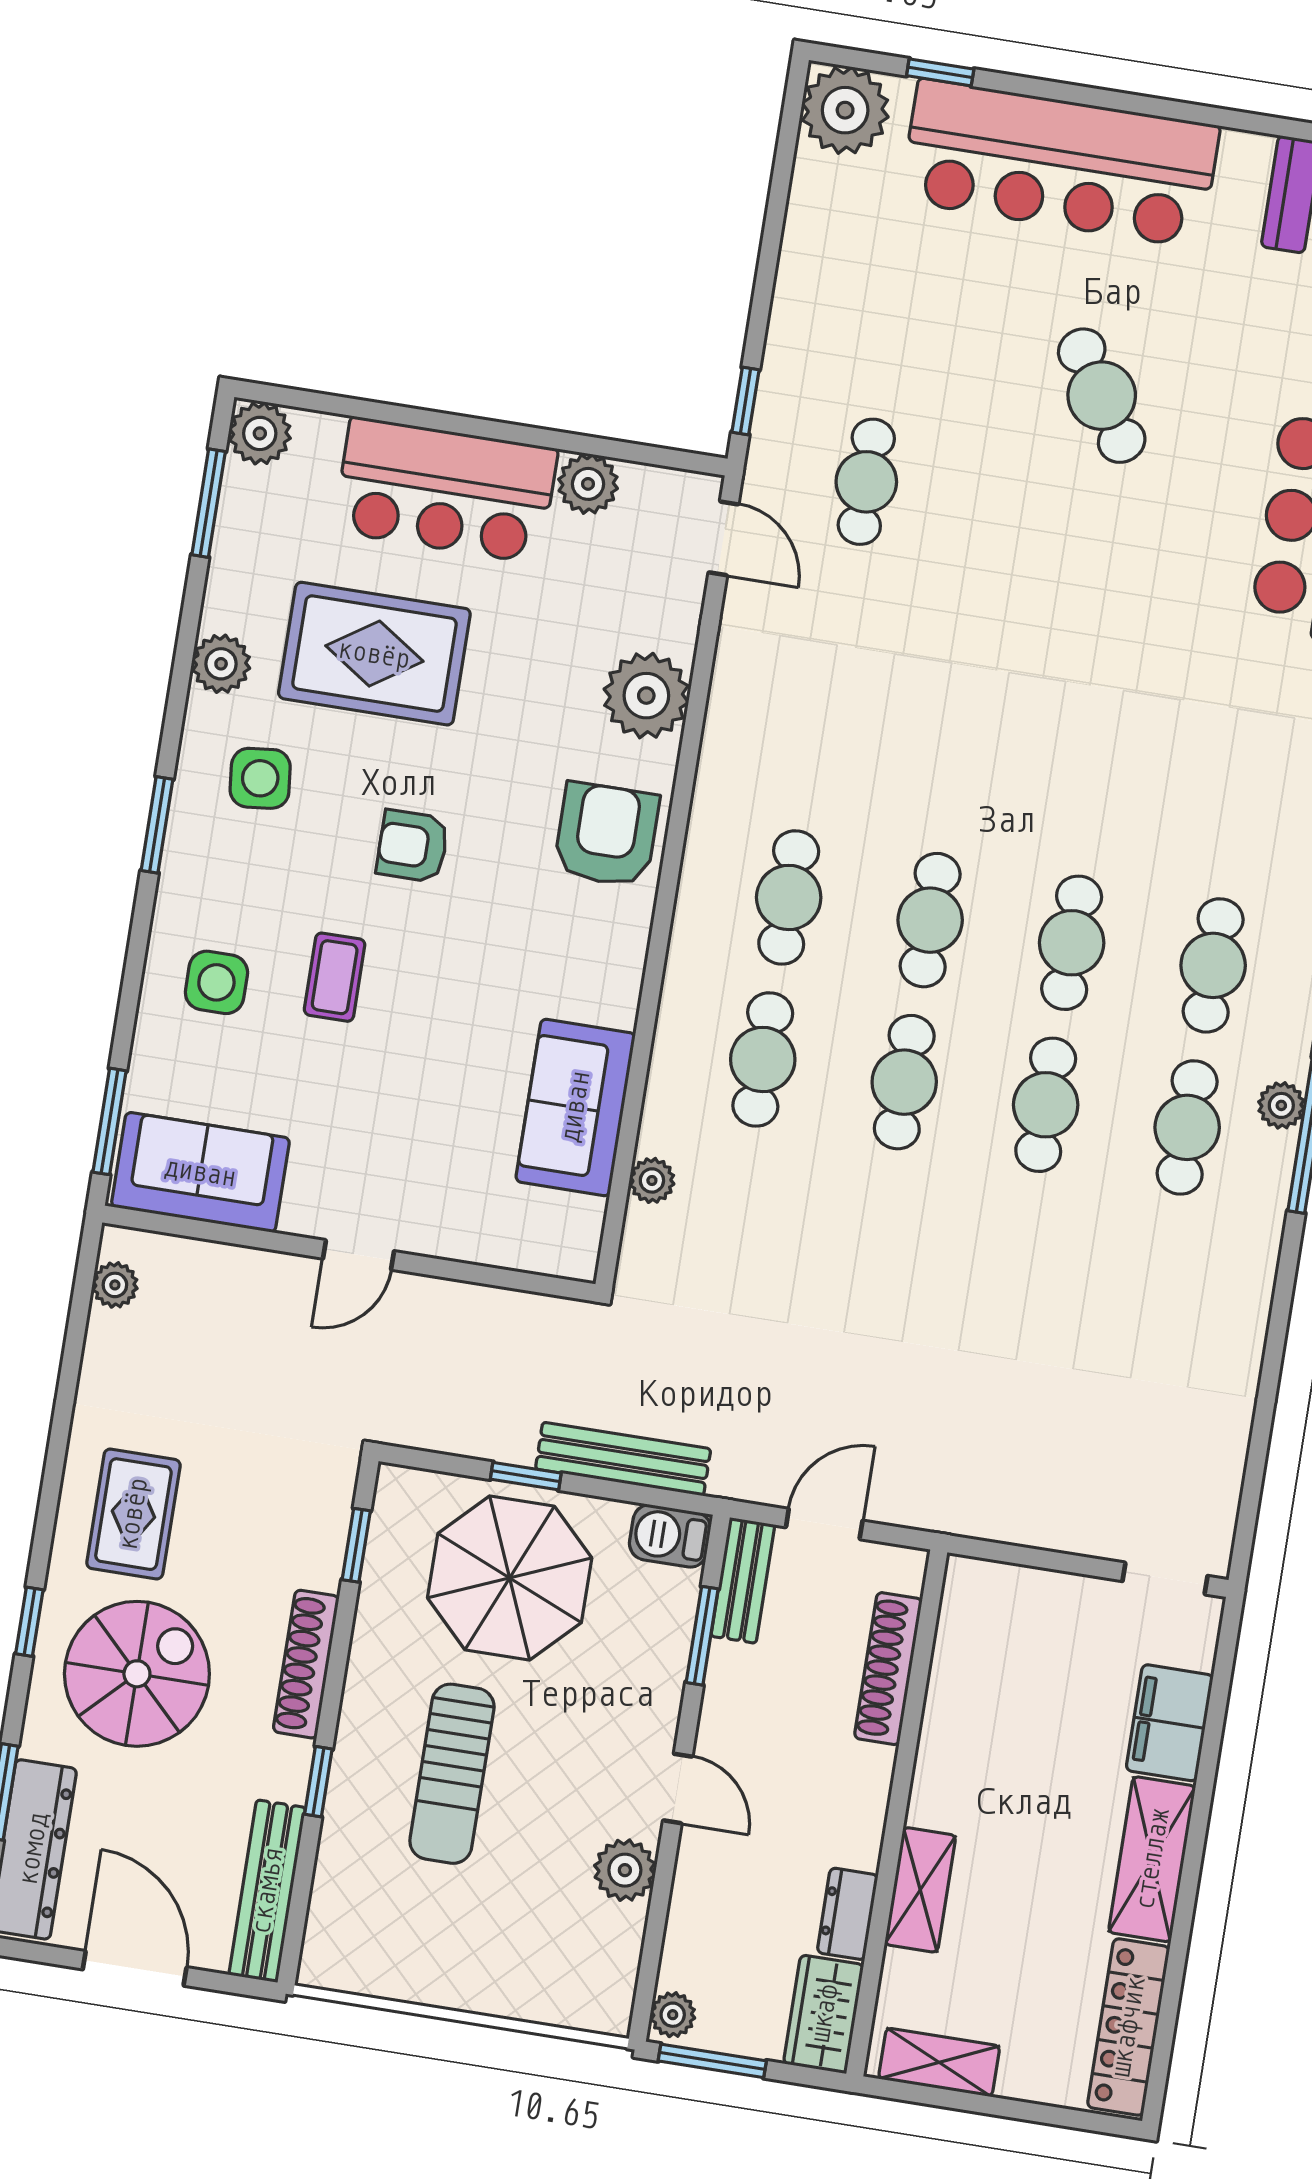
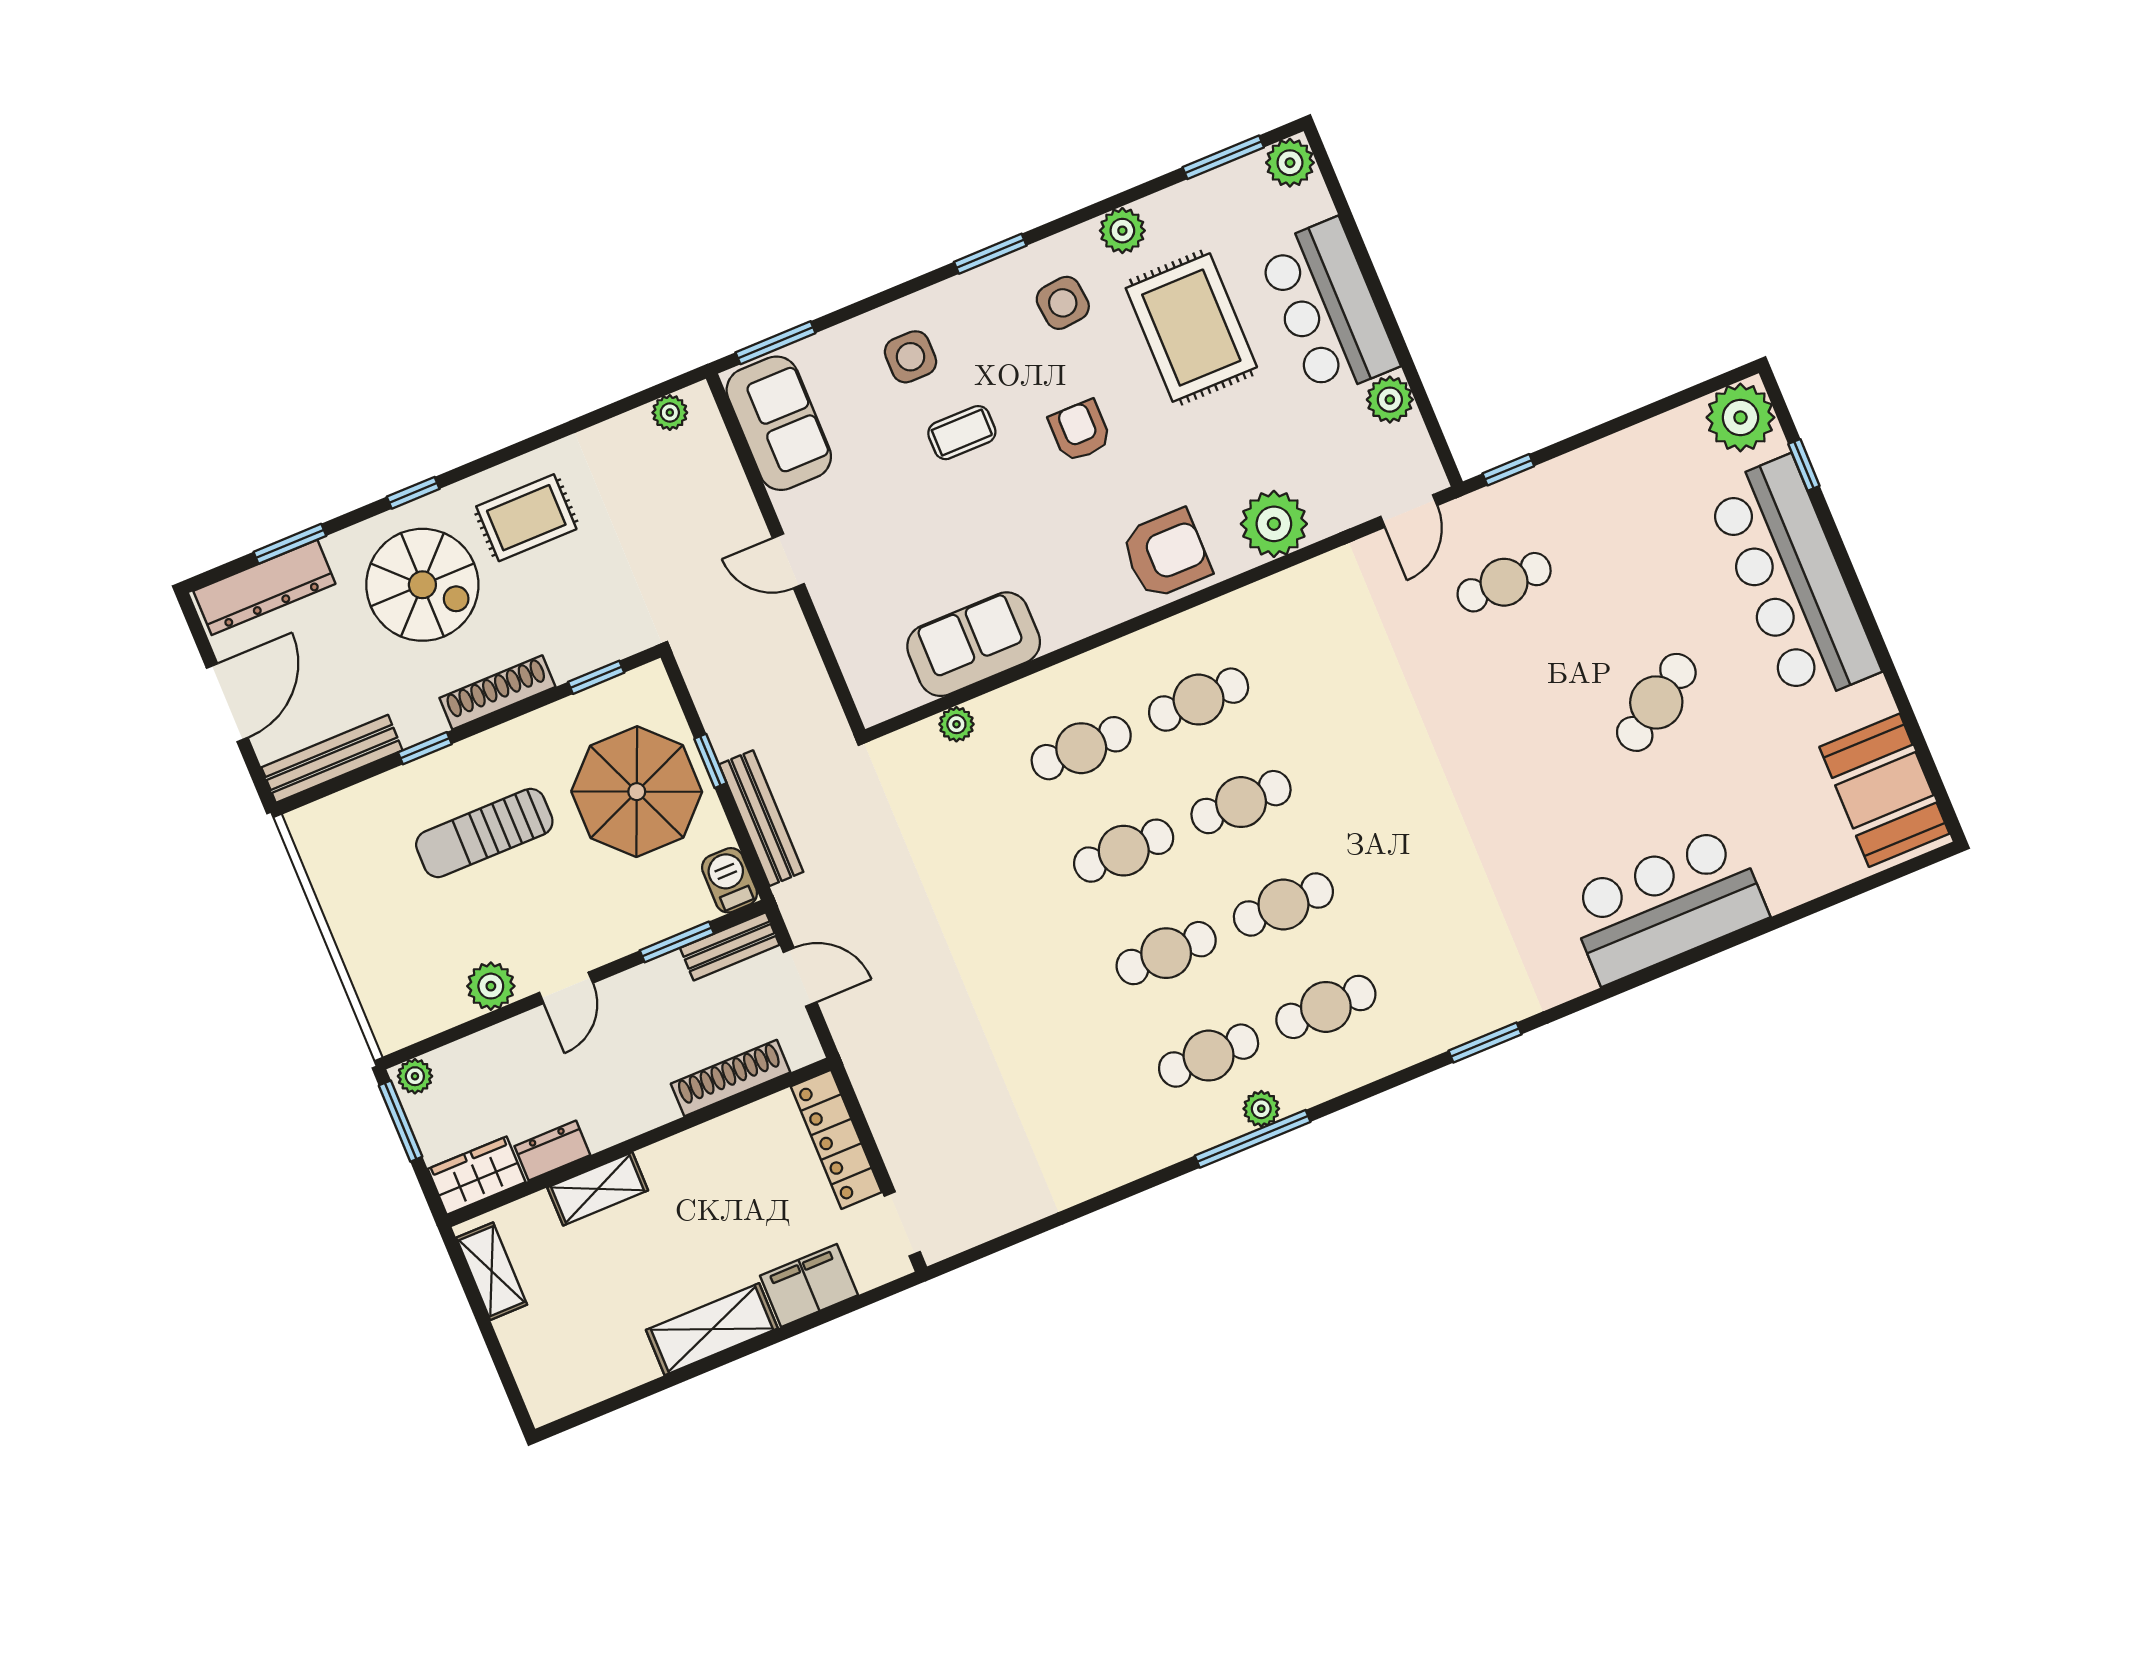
locker: (1128, 2027) -> (836, 1139), moved, turned -90

